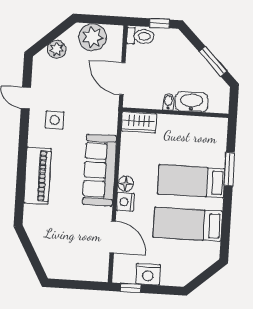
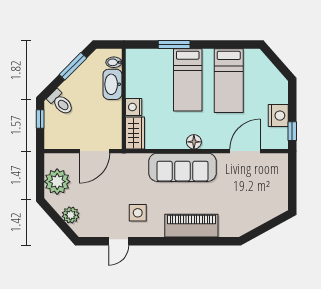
toilet: (141, 36) -> (61, 102), moved, turned 135
bidet: (168, 102) -> (114, 62), moved
nightstand: (125, 202) -> (134, 107), moved, turned 90

